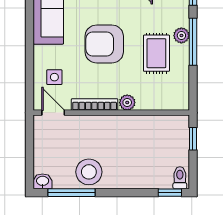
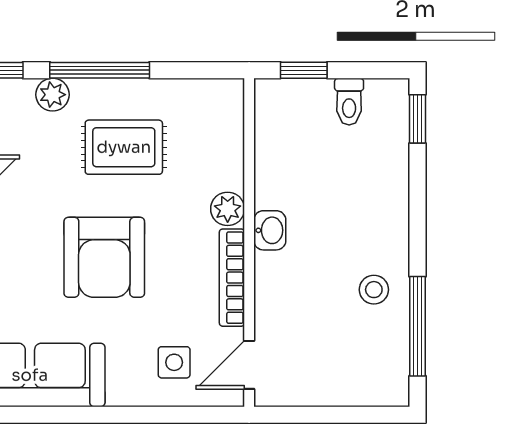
plant: (181, 35) -> (53, 95), moved
stool: (89, 172) -> (374, 290), width x0.53, depth x0.53
toilet: (180, 178) -> (349, 102), moved, turned -90
washbasin: (43, 181) -> (270, 230), moved, turned 180

